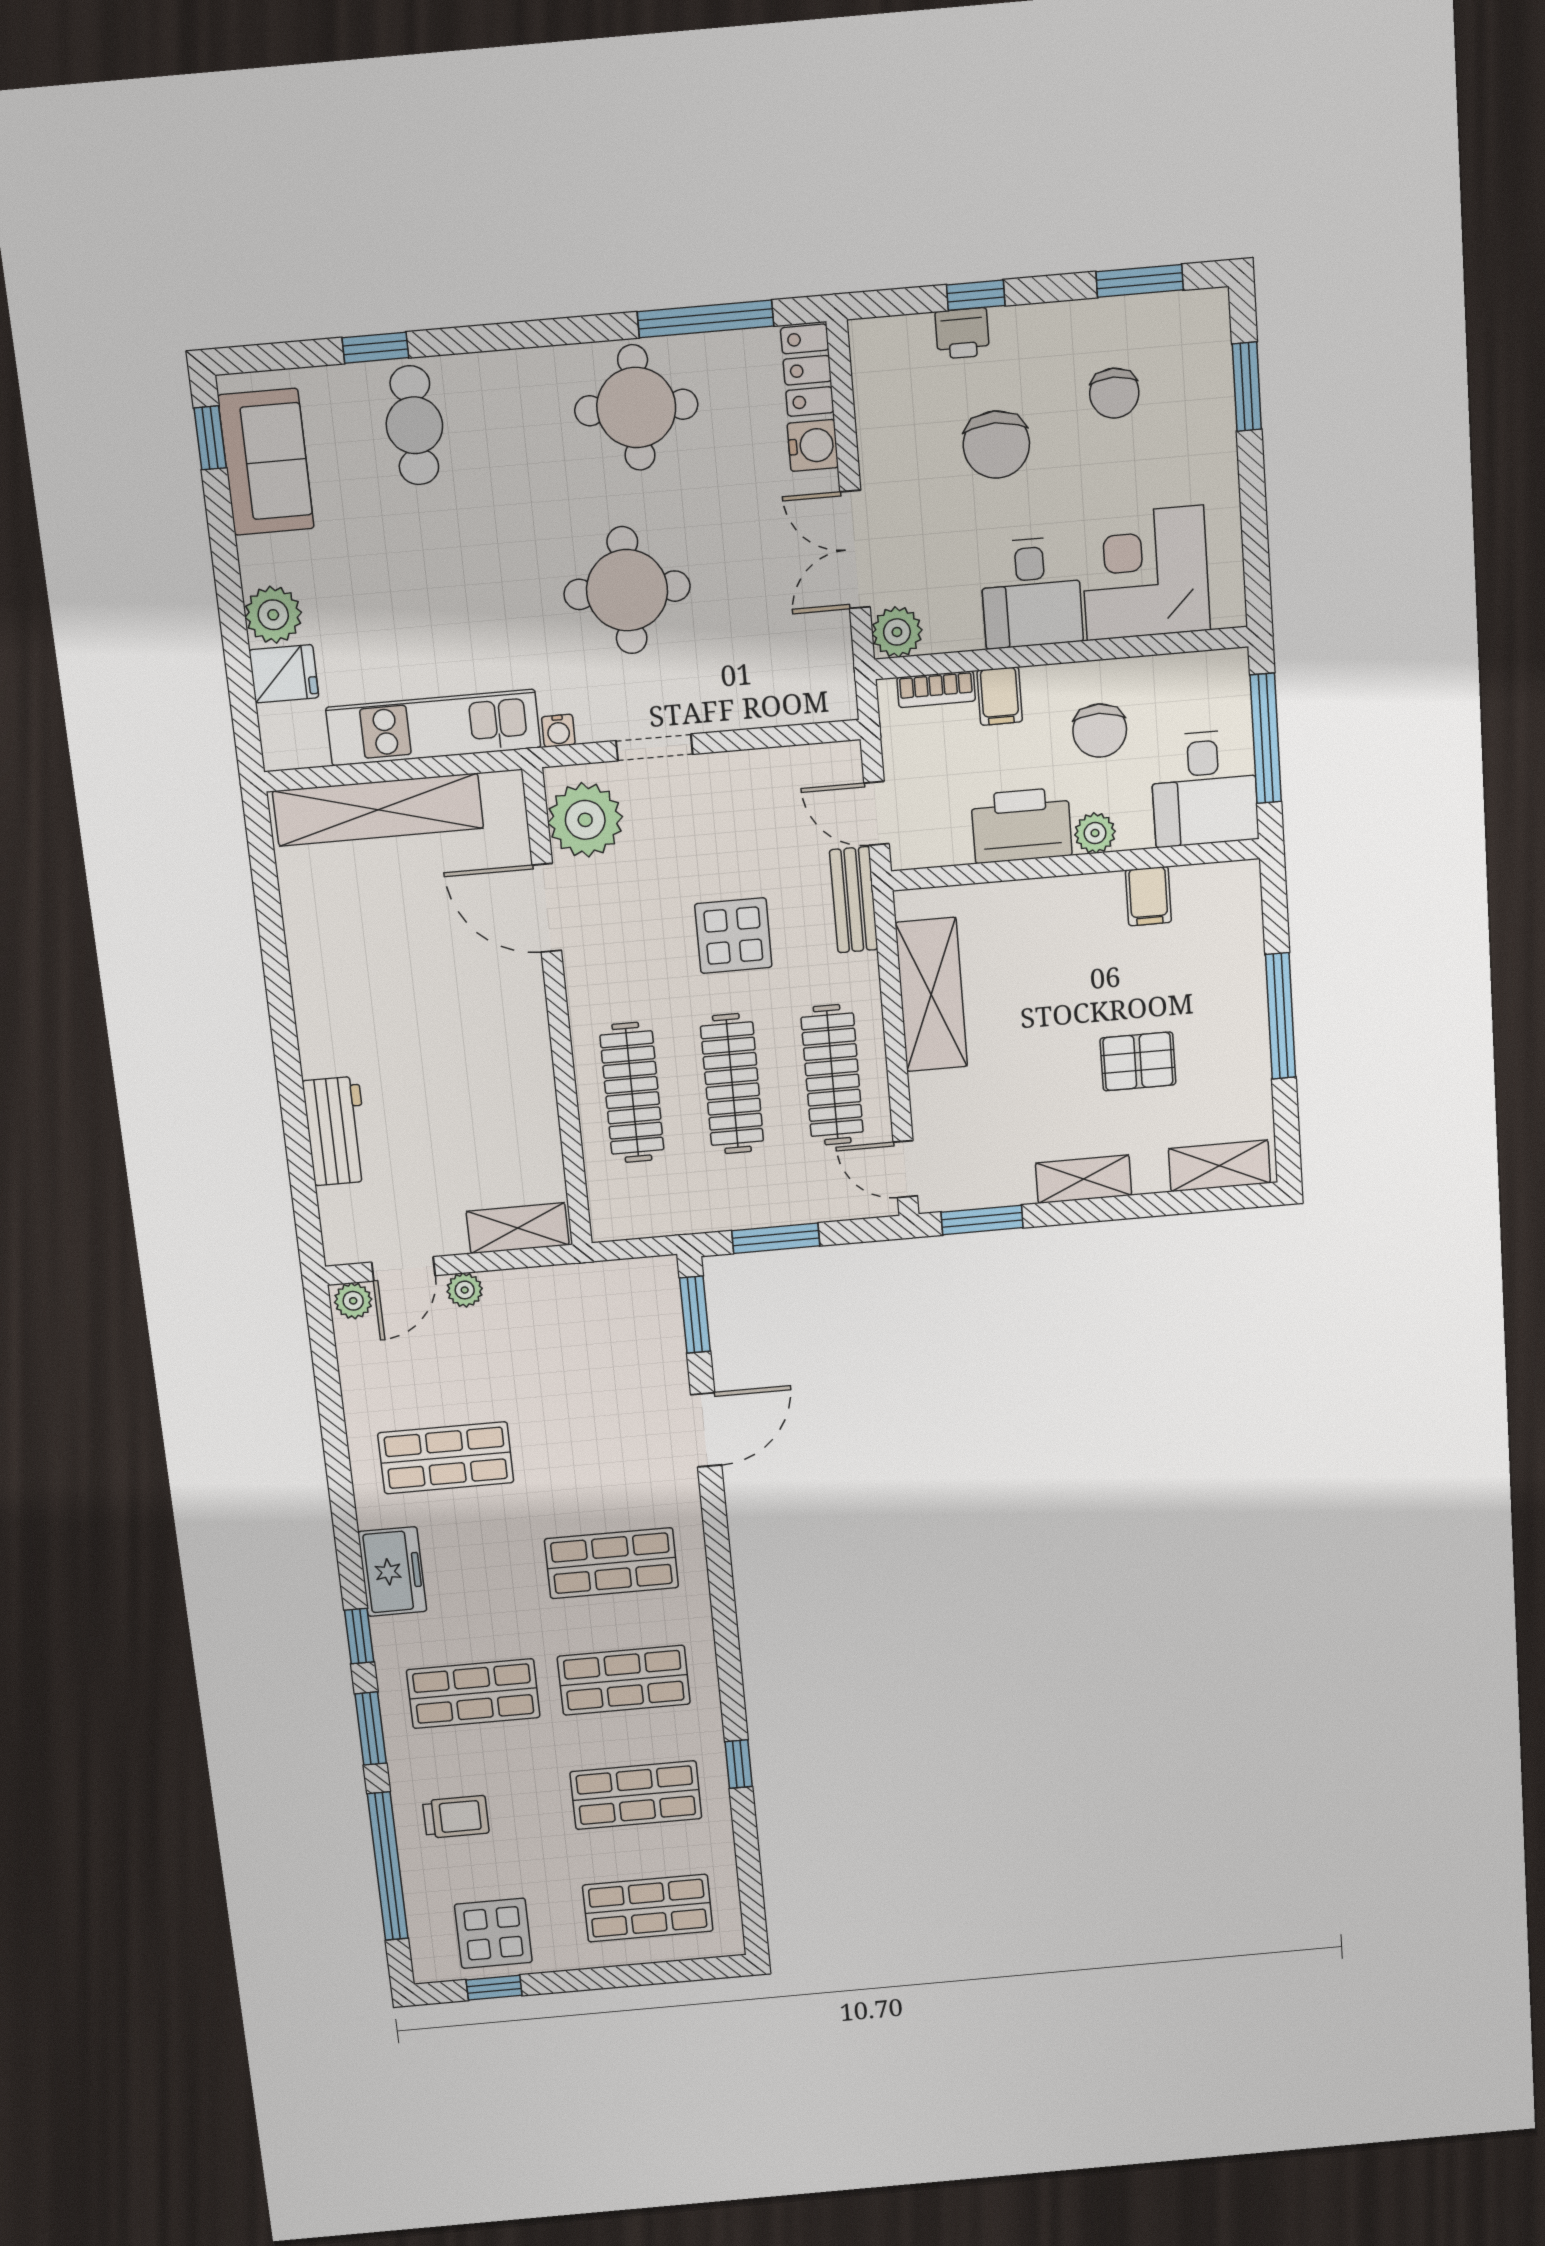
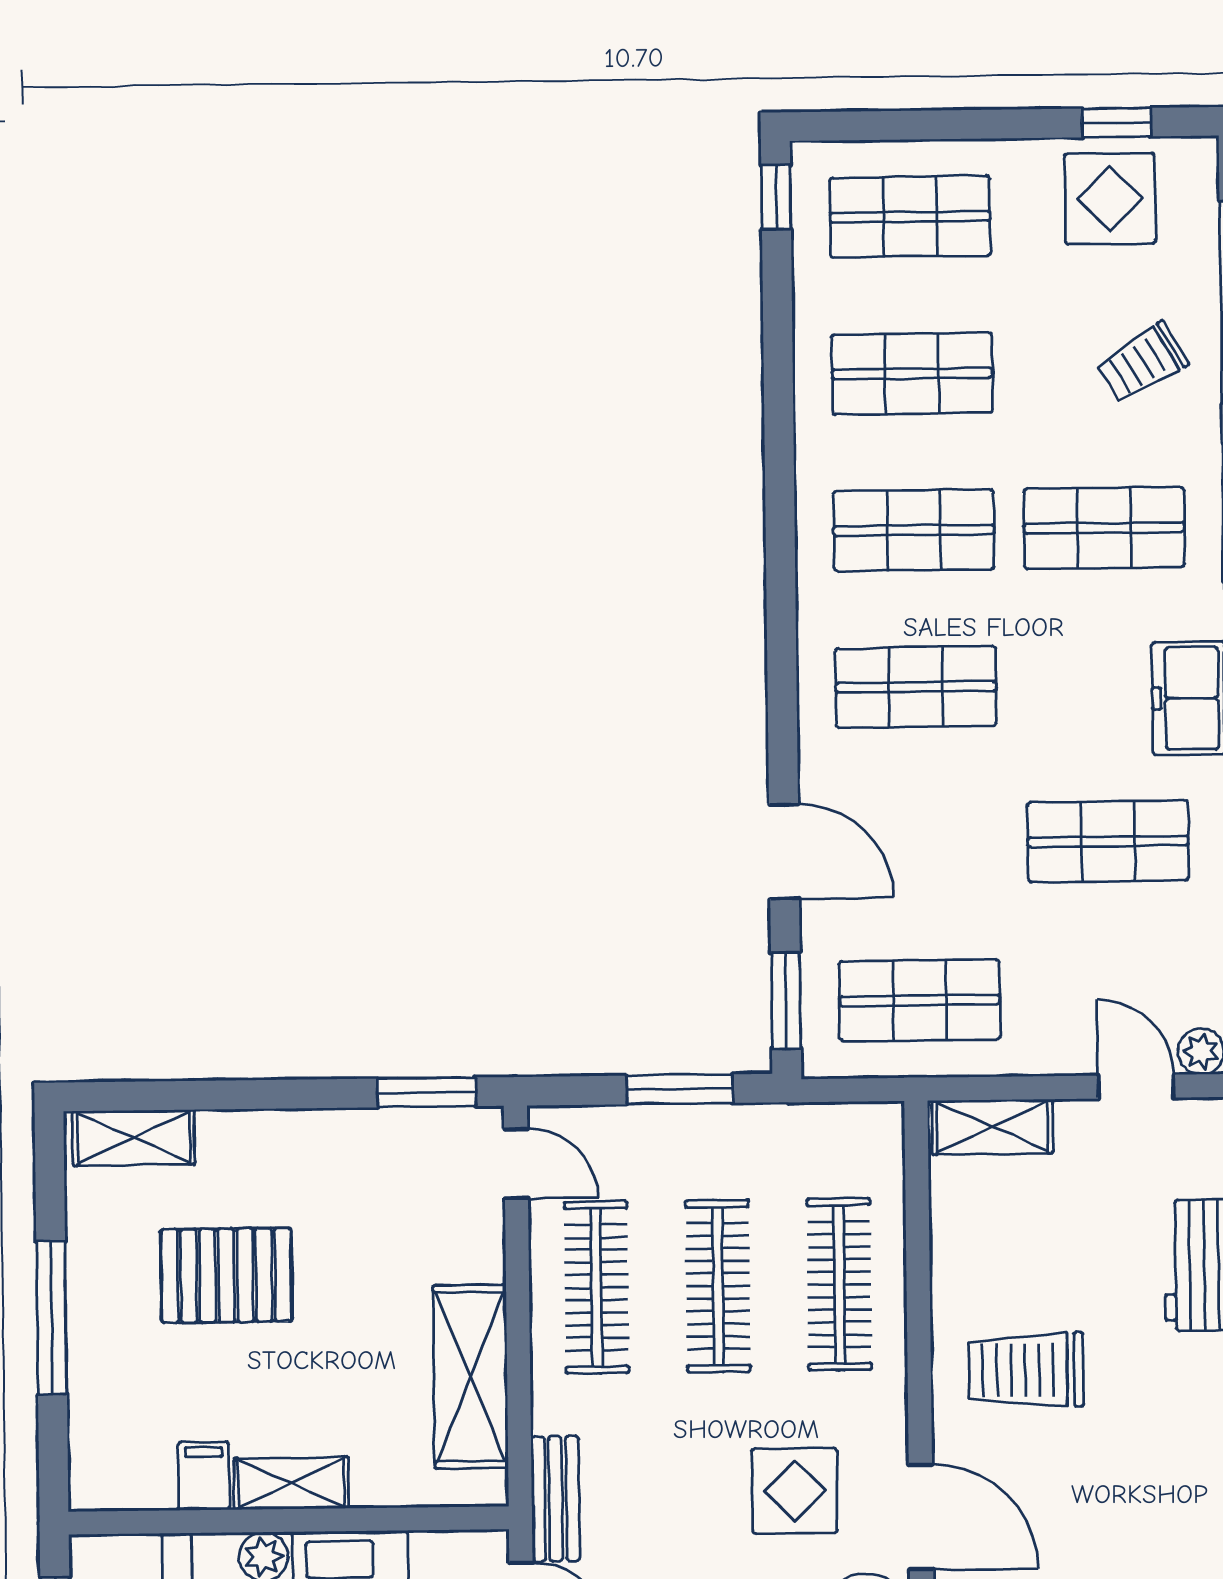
display table: (733, 936) -> (795, 1491), moved
trolley: (471, 1035) -> (1026, 1370), added
pallet: (1138, 1061) -> (226, 1275), width x1.50, depth x1.42
shelving: (1084, 1179) -> (291, 1483), moved
door: (403, 1269) -> (1136, 1087), hinge flipped
plant: (465, 1290) -> (1064, 1054), removed
shop shelf: (586, 1323) -> (920, 1000), added
door: (706, 1430) -> (784, 851), swing flipped
window: (739, 1764) -> (776, 197), moved
trolley: (456, 1817) -> (1142, 363), turned -31

